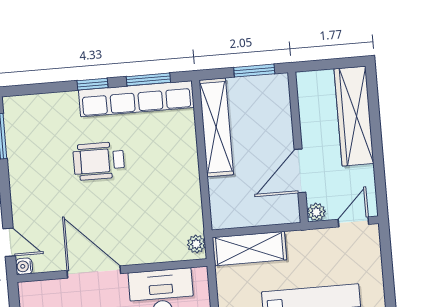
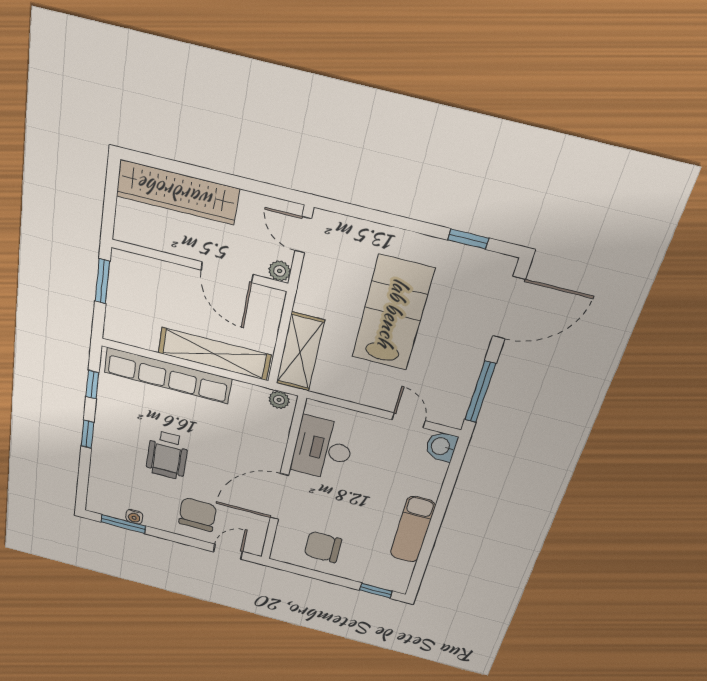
window: (148, 79) -> (92, 385), width x0.67
row of seats: (136, 99) -> (168, 376), moved, turned 90
shelving: (216, 127) -> (214, 354), moved
chair: (42, 204) -> (197, 514), added
water cooler: (24, 266) -> (134, 517), moved

